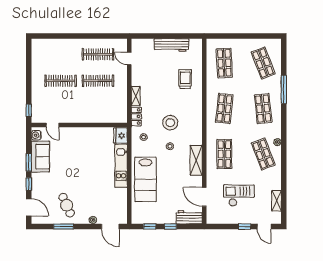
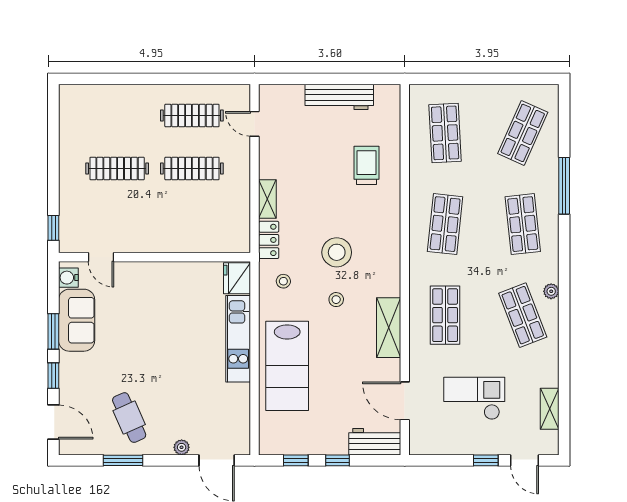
shop shelf: (263, 63) -> (523, 133), turned 45

